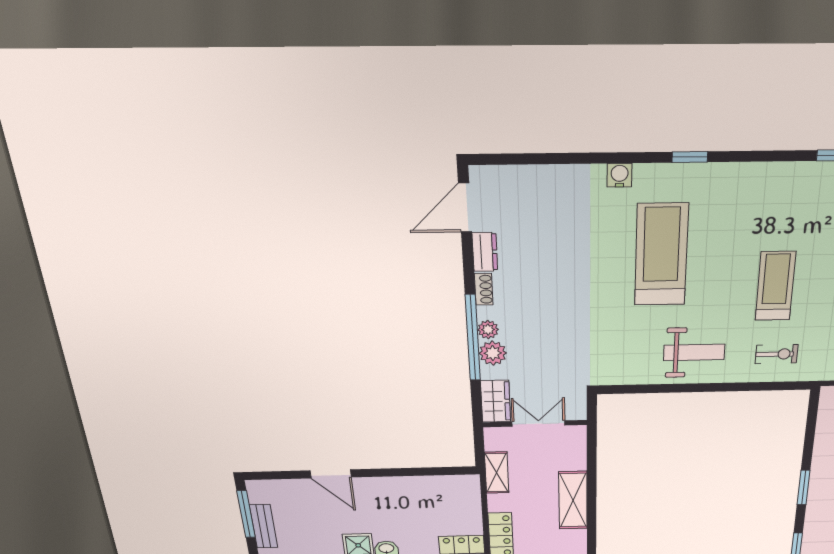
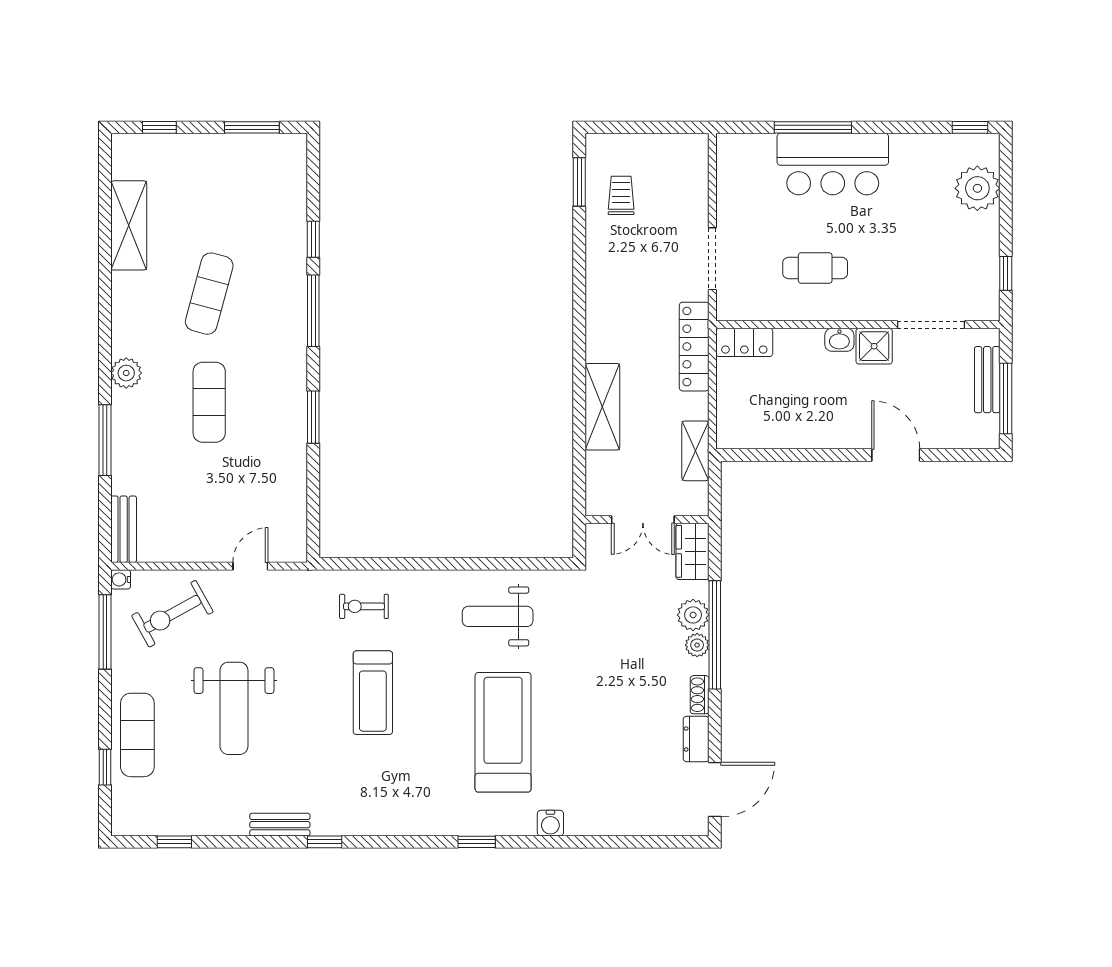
treadmill: (661, 255) -> (503, 732), turned 180
weight bench: (694, 352) -> (498, 616), moved

